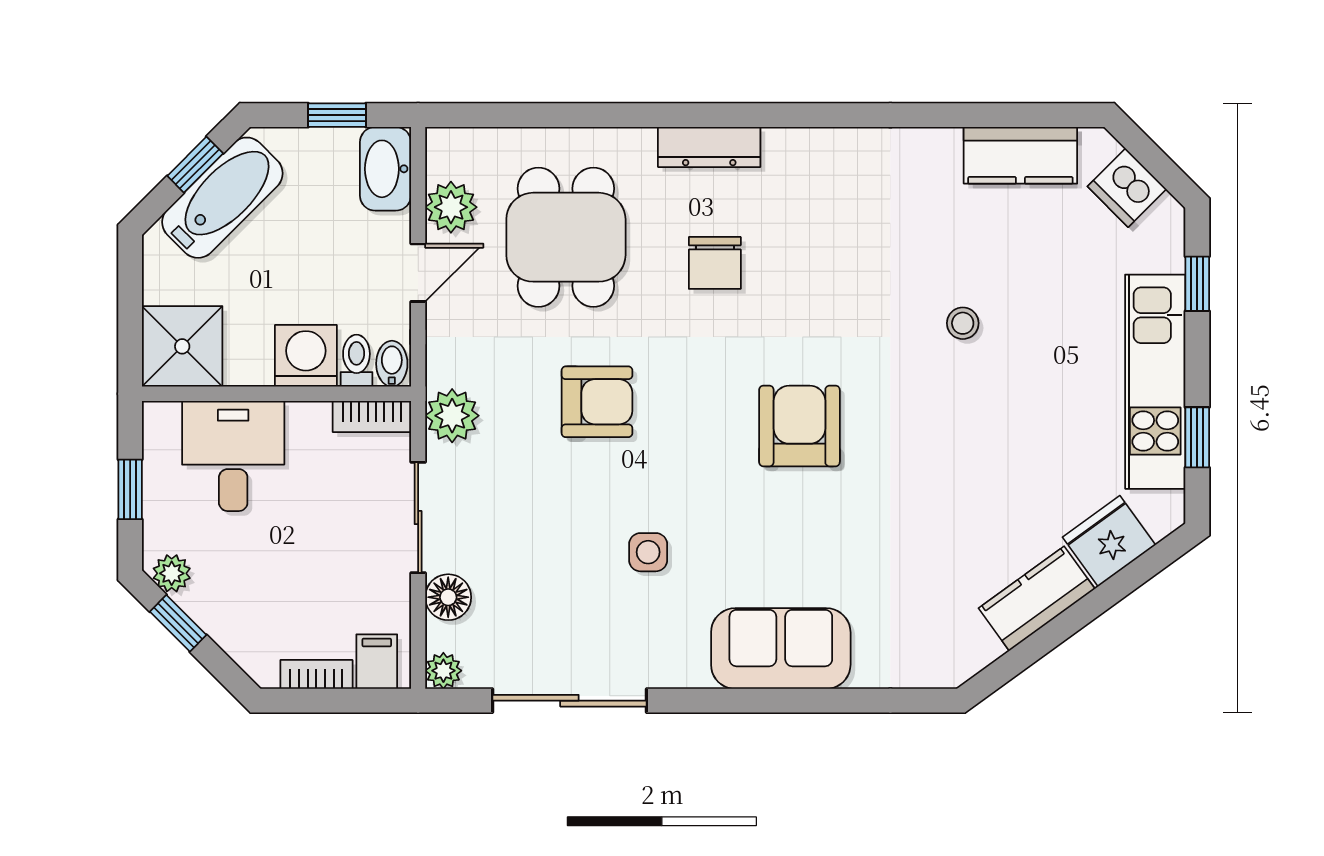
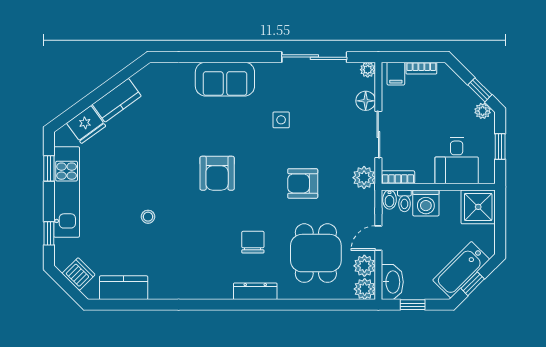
plant: (451, 152) -> (365, 289), added

